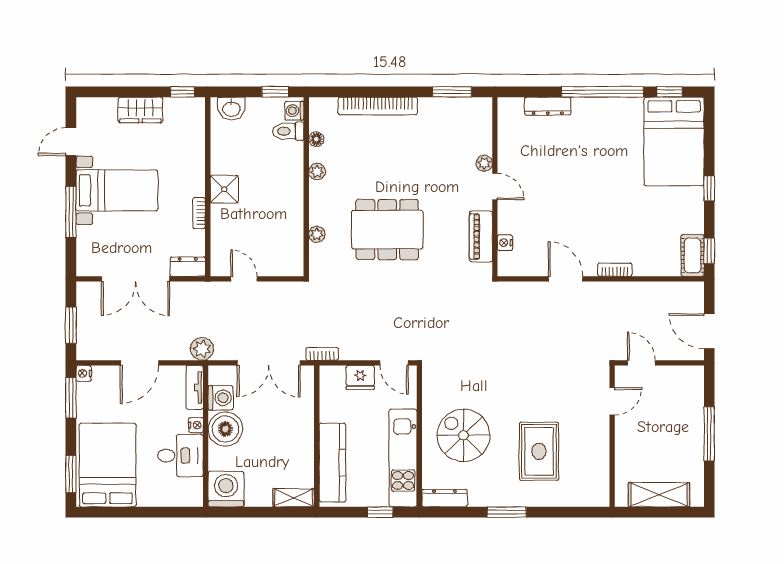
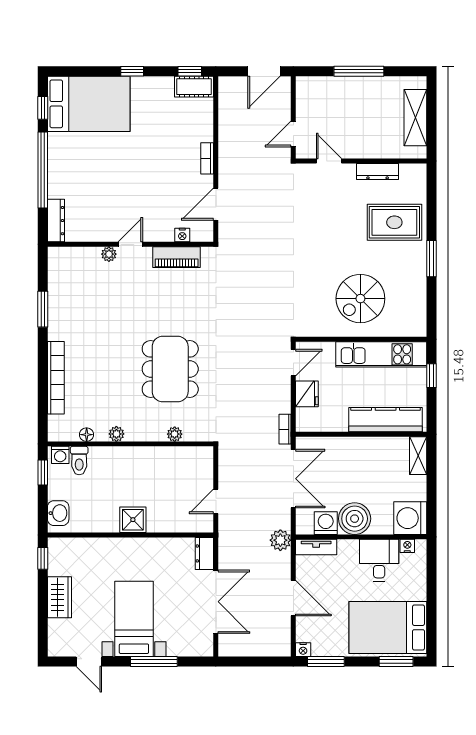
plant: (484, 163) -> (109, 254), moved
door: (495, 186) -> (130, 244), moved
wall: (495, 187) -> (131, 244), moved
bookcase: (199, 213) -> (155, 543), removed
piano: (481, 237) -> (177, 257), moved
nightstand: (505, 243) -> (182, 235), moved
window: (71, 325) -> (259, 661), removed
nightstand: (196, 425) -> (407, 546), moved
rug: (539, 451) -> (394, 222), moved
dresser: (445, 498) -> (378, 171), moved, turned -90

